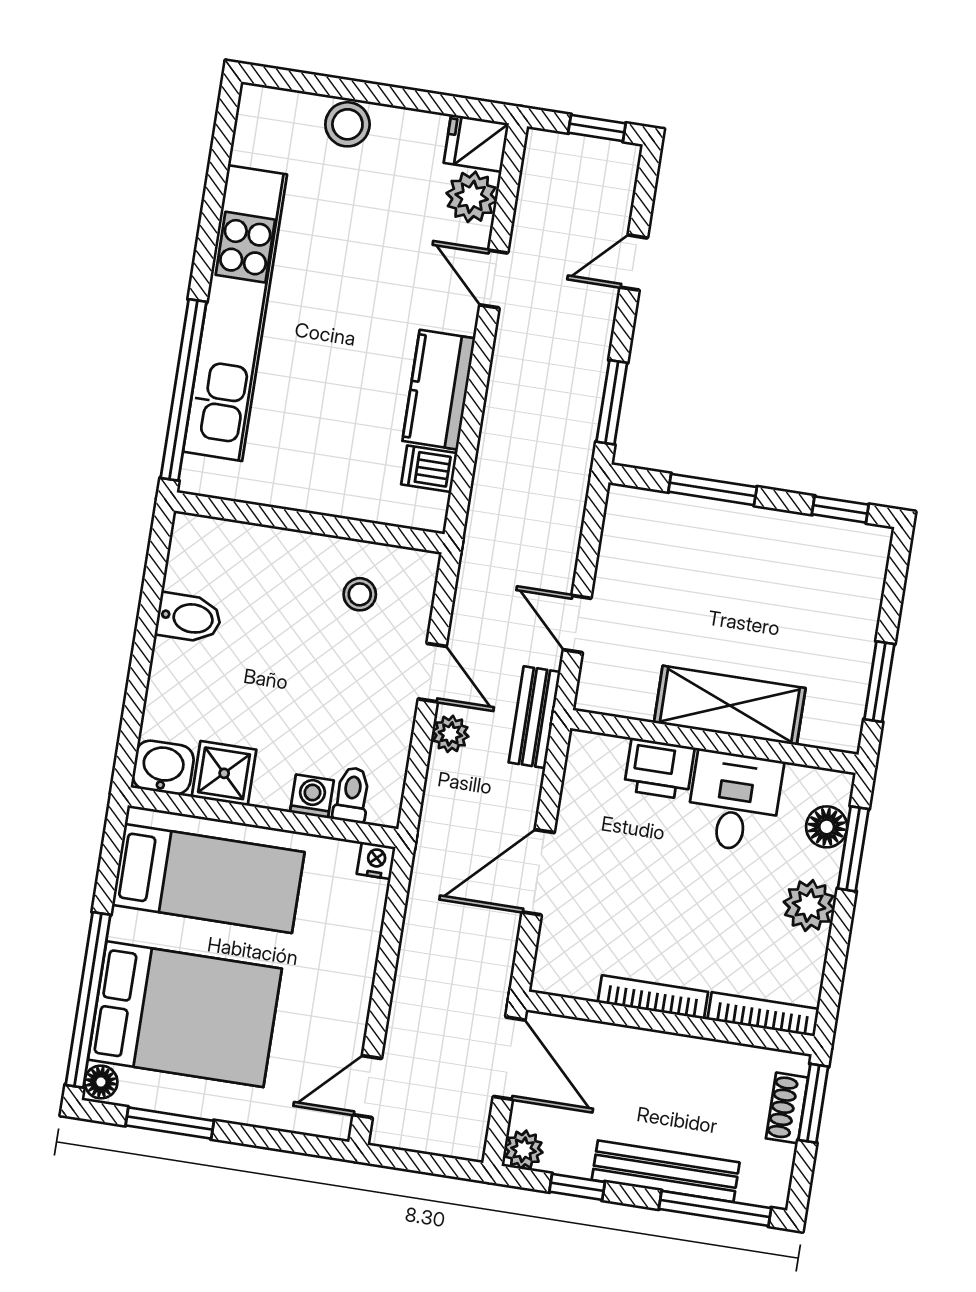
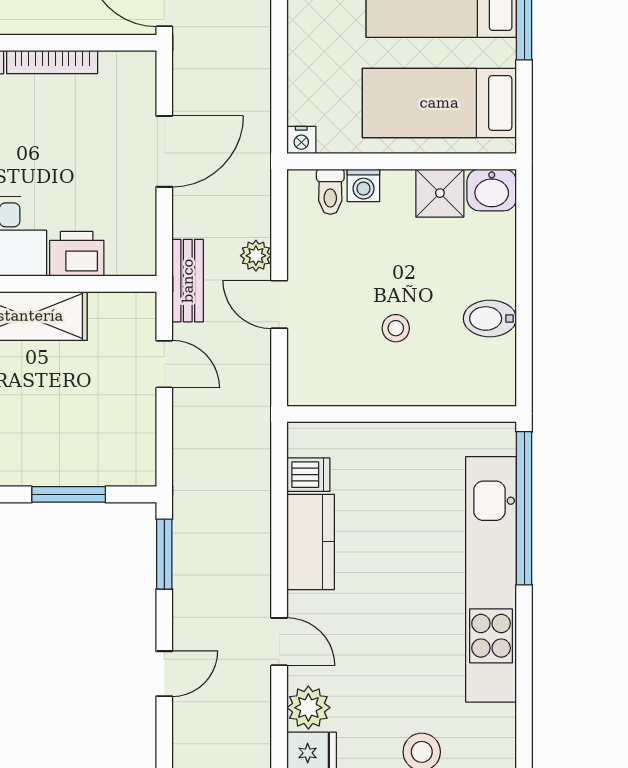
stool: (360, 594) -> (396, 328), moved

